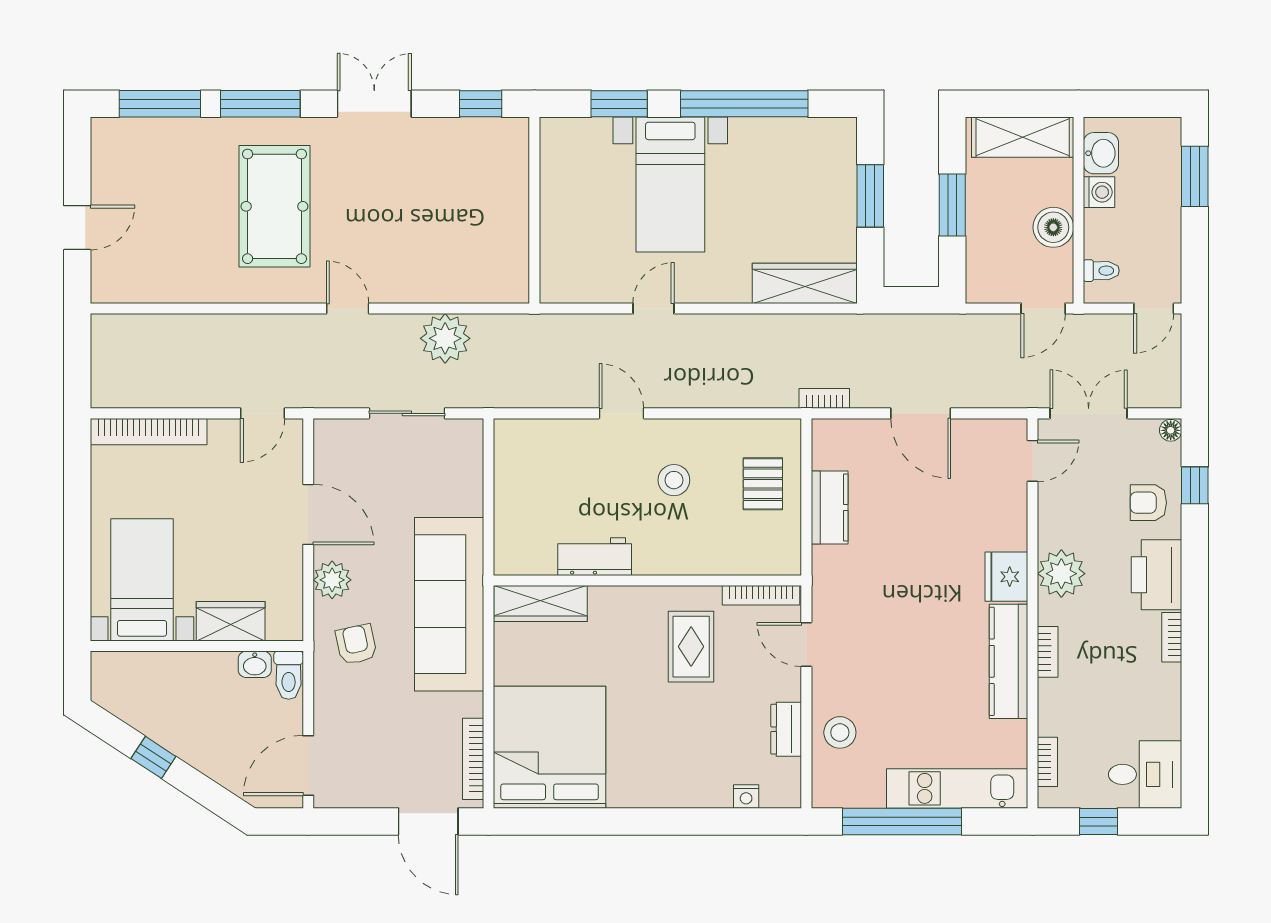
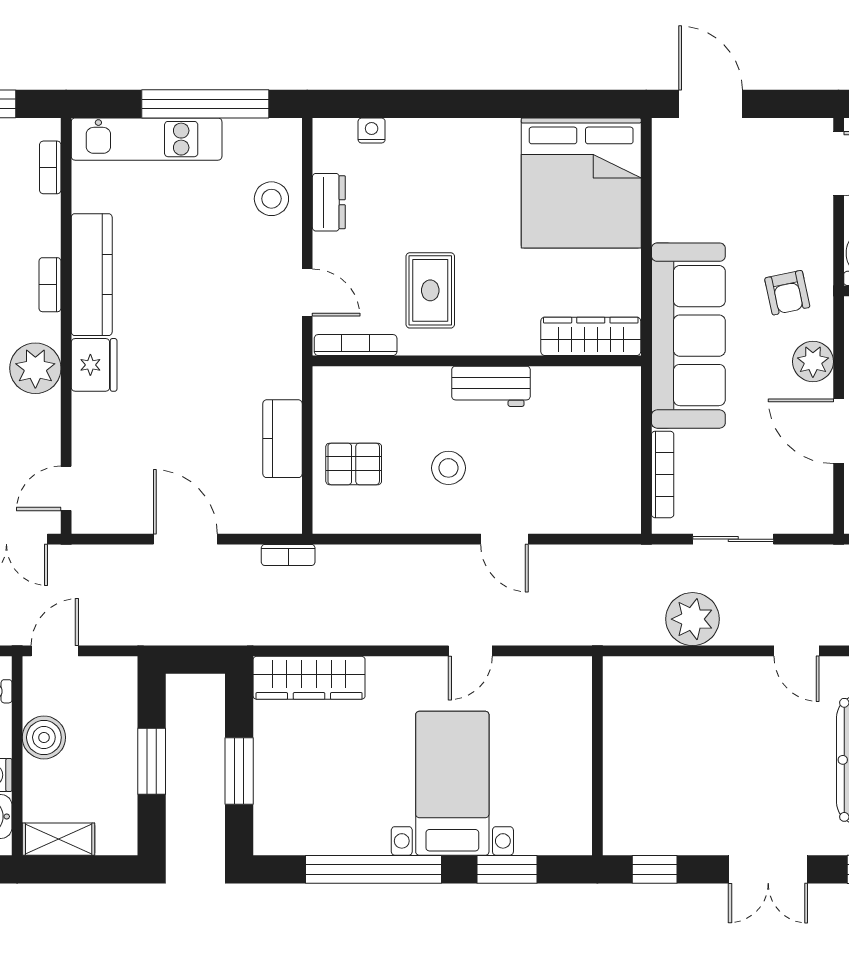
shelving: (1023, 137) -> (59, 839), width x0.67, depth x0.75
pallet: (763, 484) -> (354, 464), turned 90
workbench: (595, 557) -> (491, 386), moved
bookcase: (473, 759) -> (663, 474), moved

